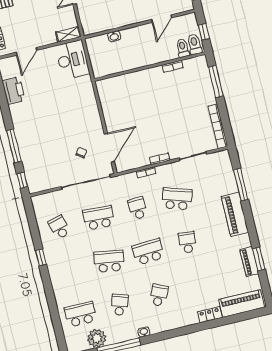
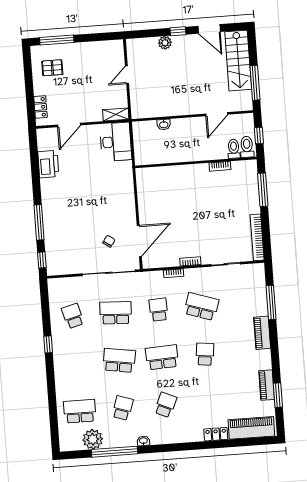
piano: (235, 214) -> (262, 333), width x0.73, depth x0.75
window: (259, 259) -> (278, 395), moved

